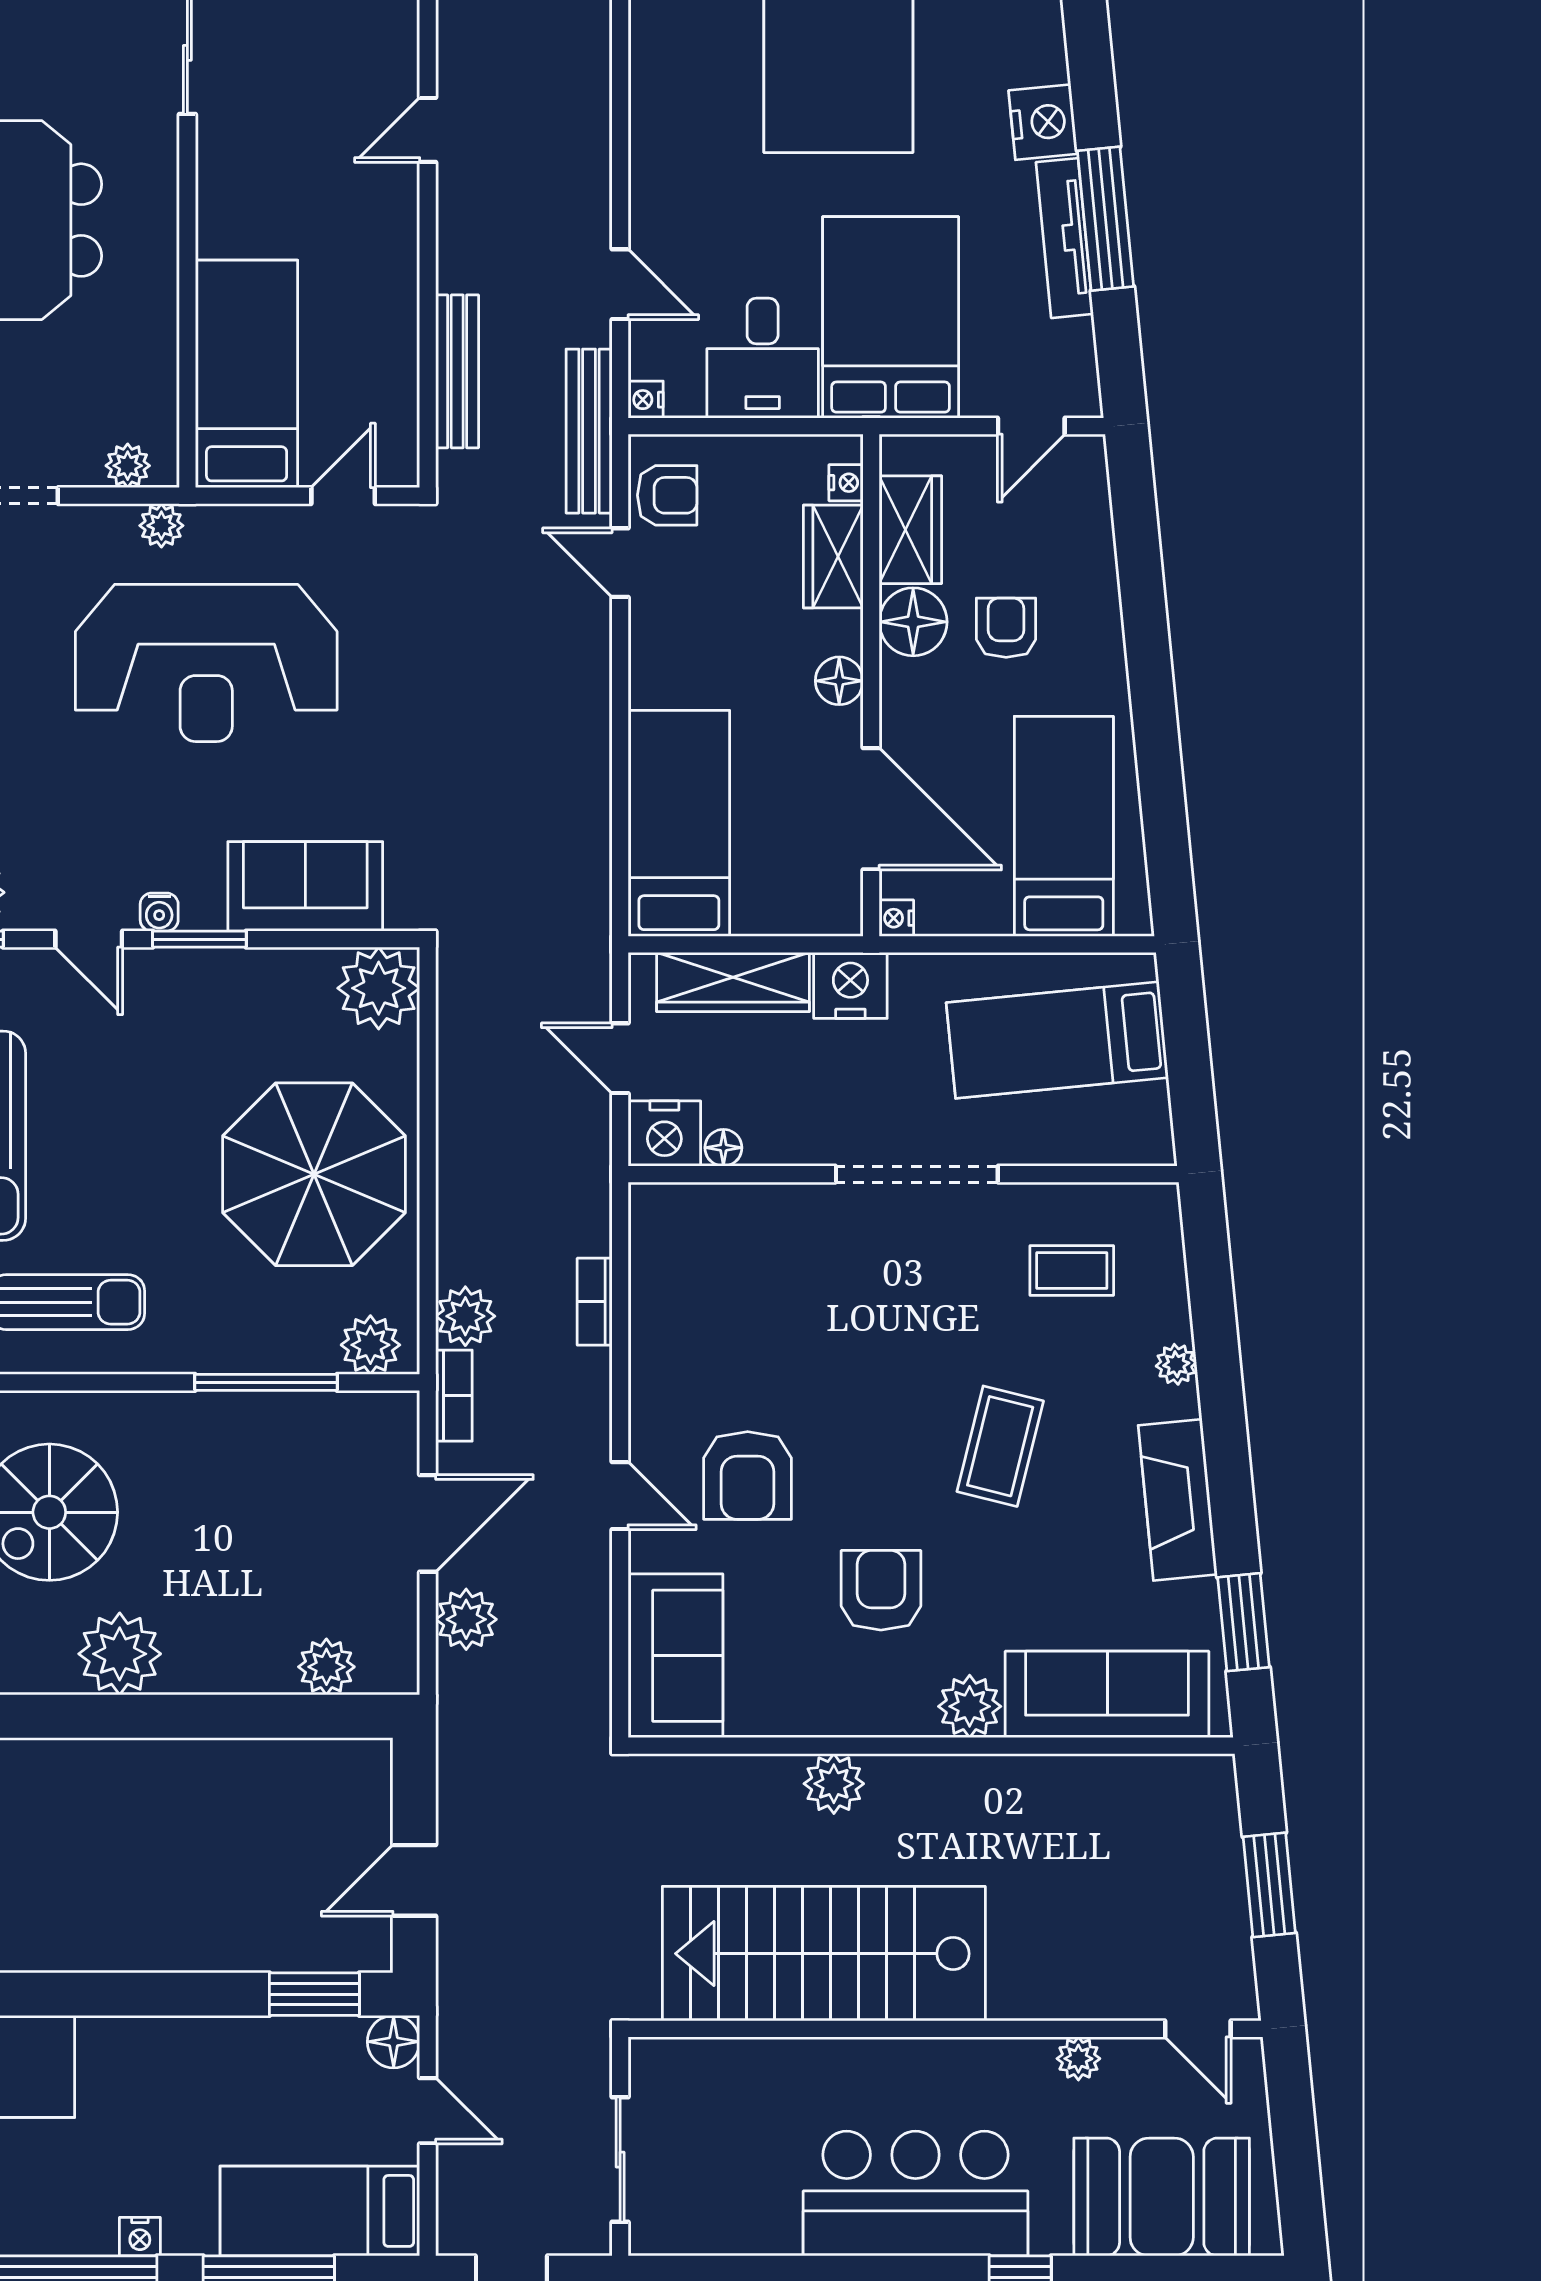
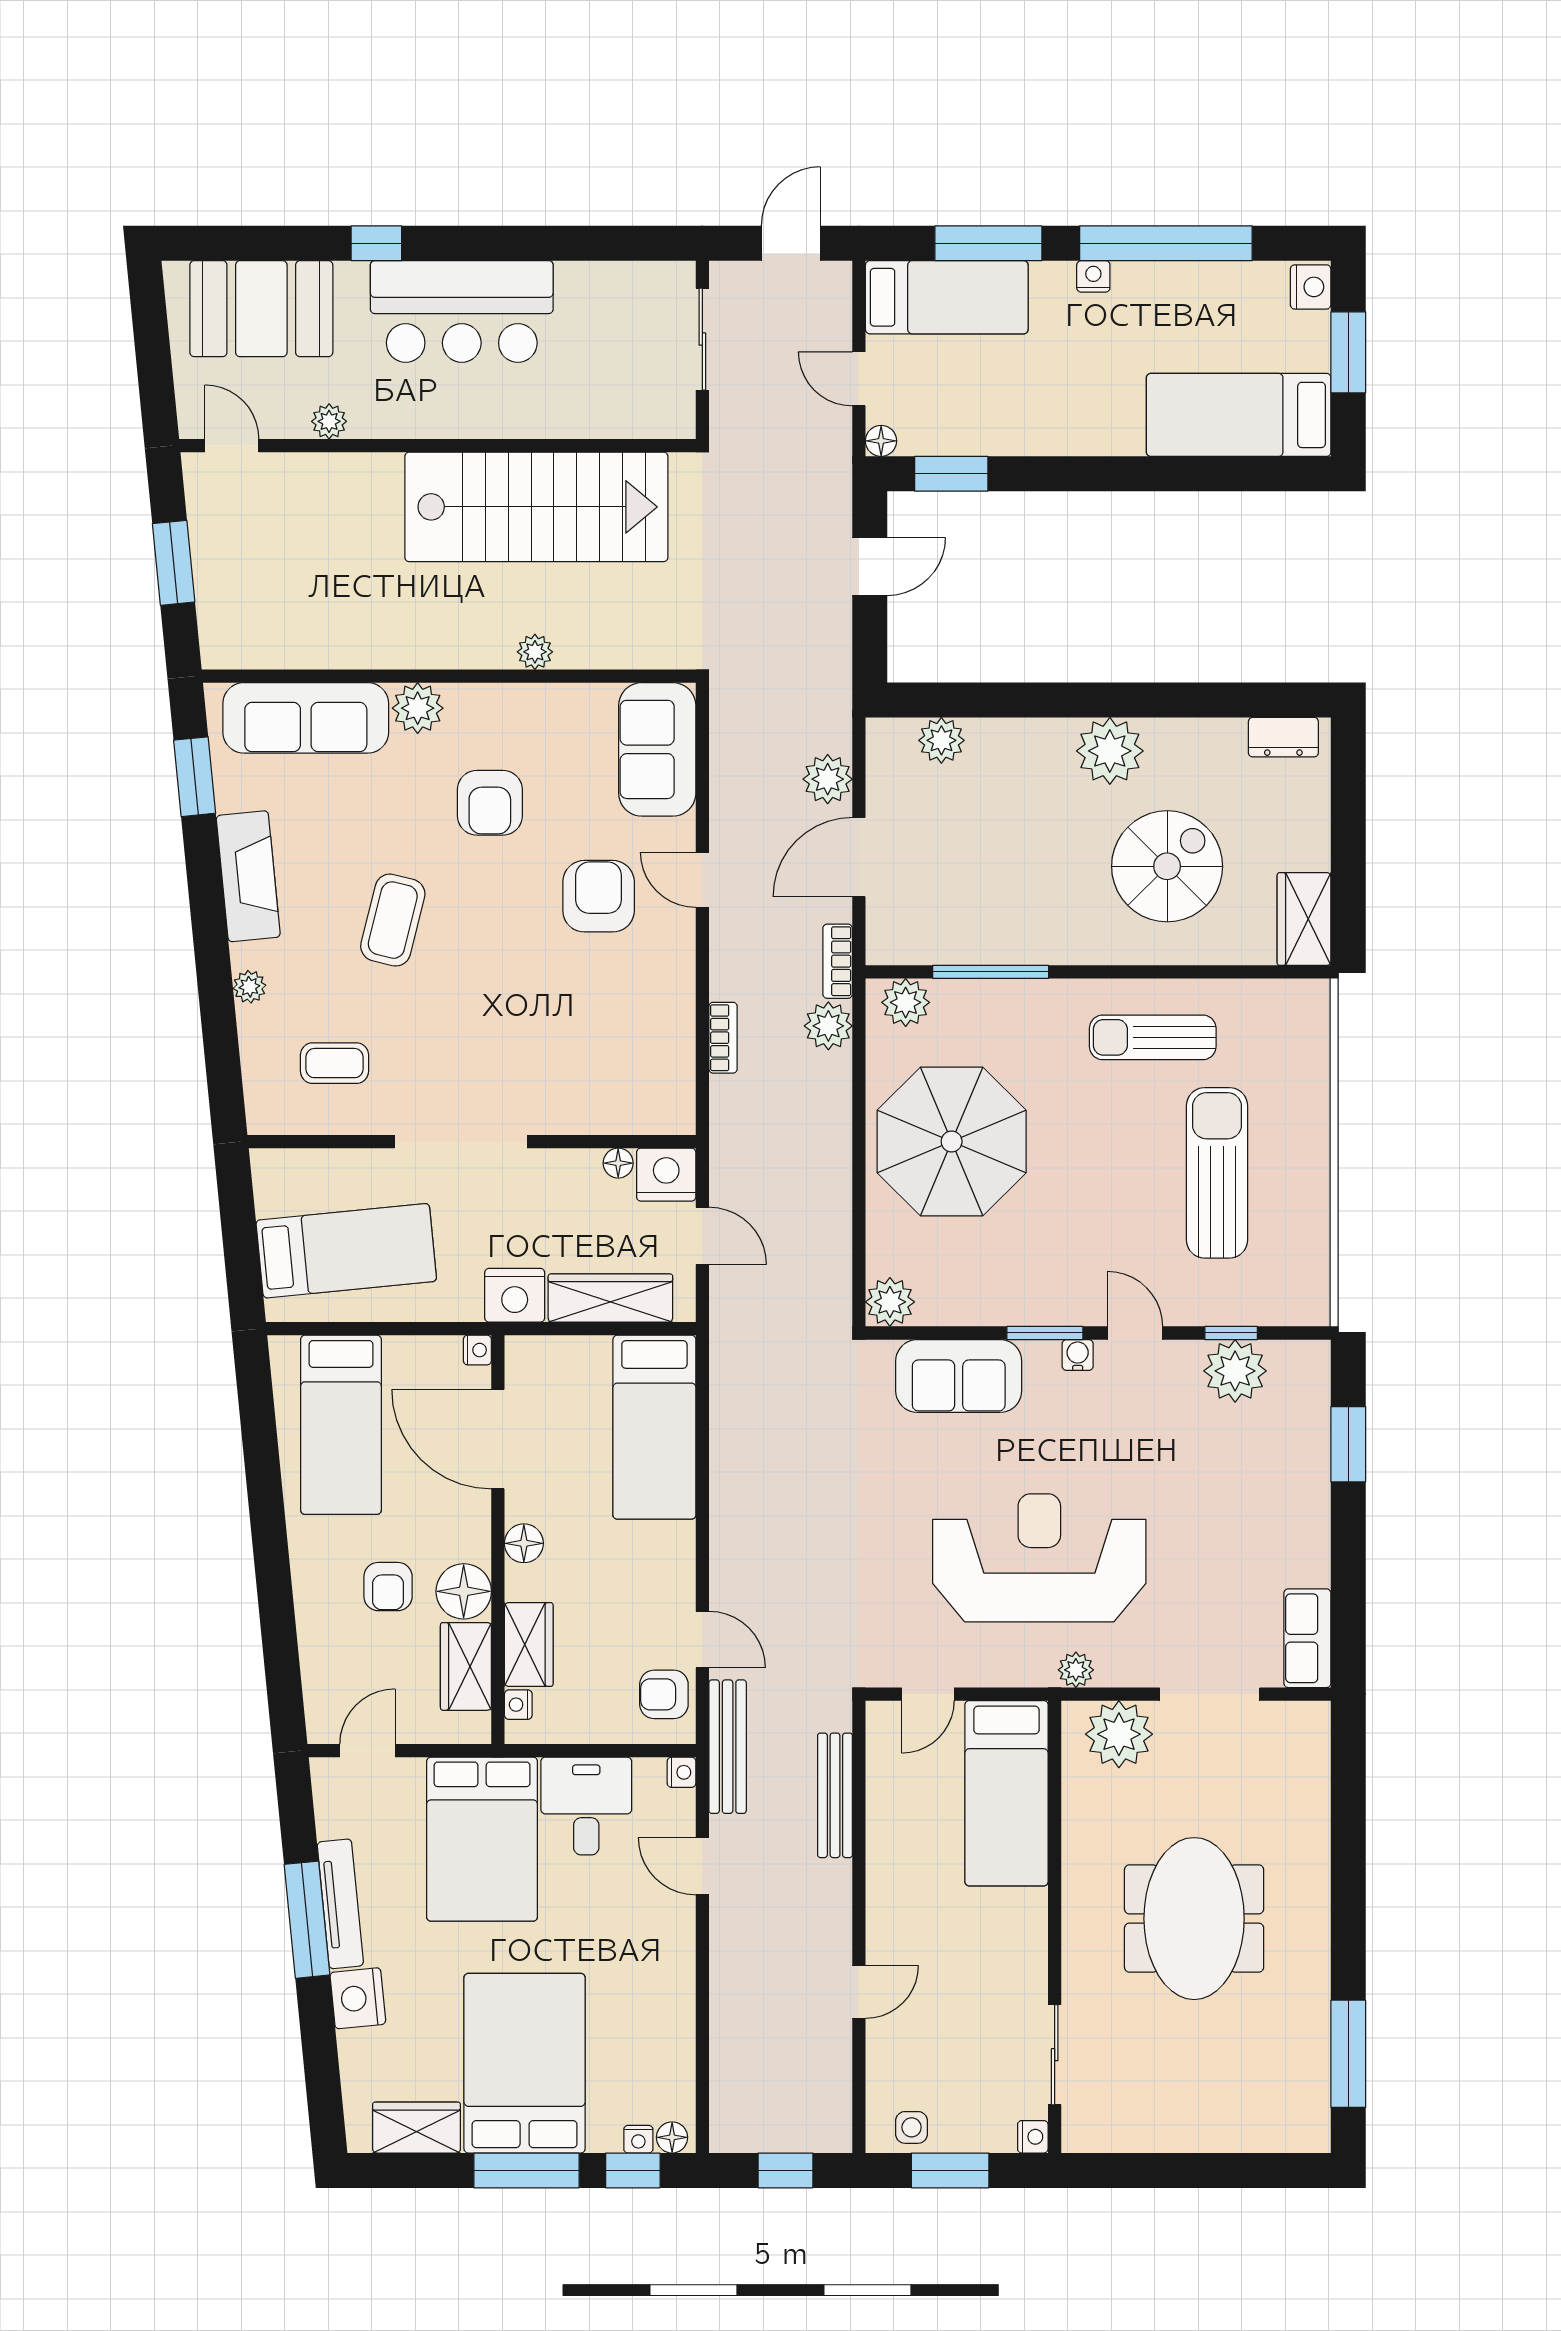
plant: (128, 466) -> (1119, 1734), width x1.88, depth x1.88
plant: (379, 988) -> (890, 1302), width x0.73, depth x0.73
plant: (834, 1784) -> (535, 652), width x0.73, depth x0.73
floor lamp: (394, 2042) -> (881, 441), width x0.73, depth x0.73

